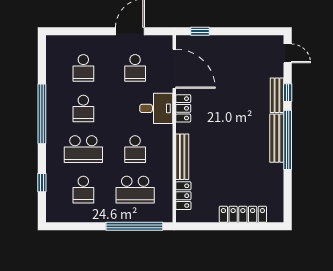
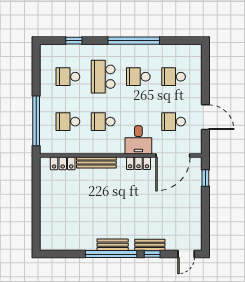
bench: (277, 138) -> (113, 245), width x0.73
school desk: (135, 190) -> (68, 122), width x0.54
locker: (243, 214) -> (47, 215), removed

